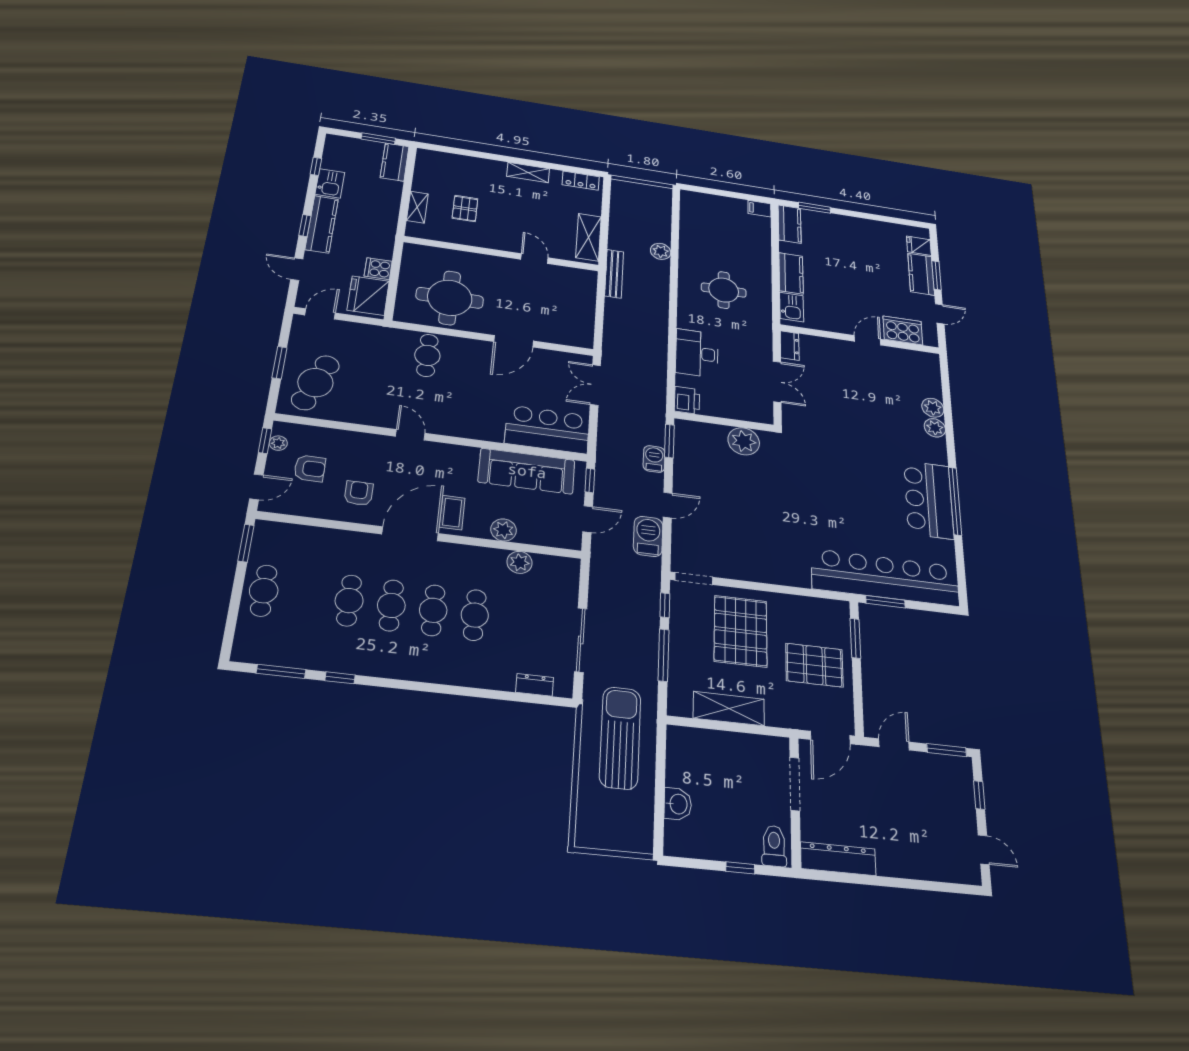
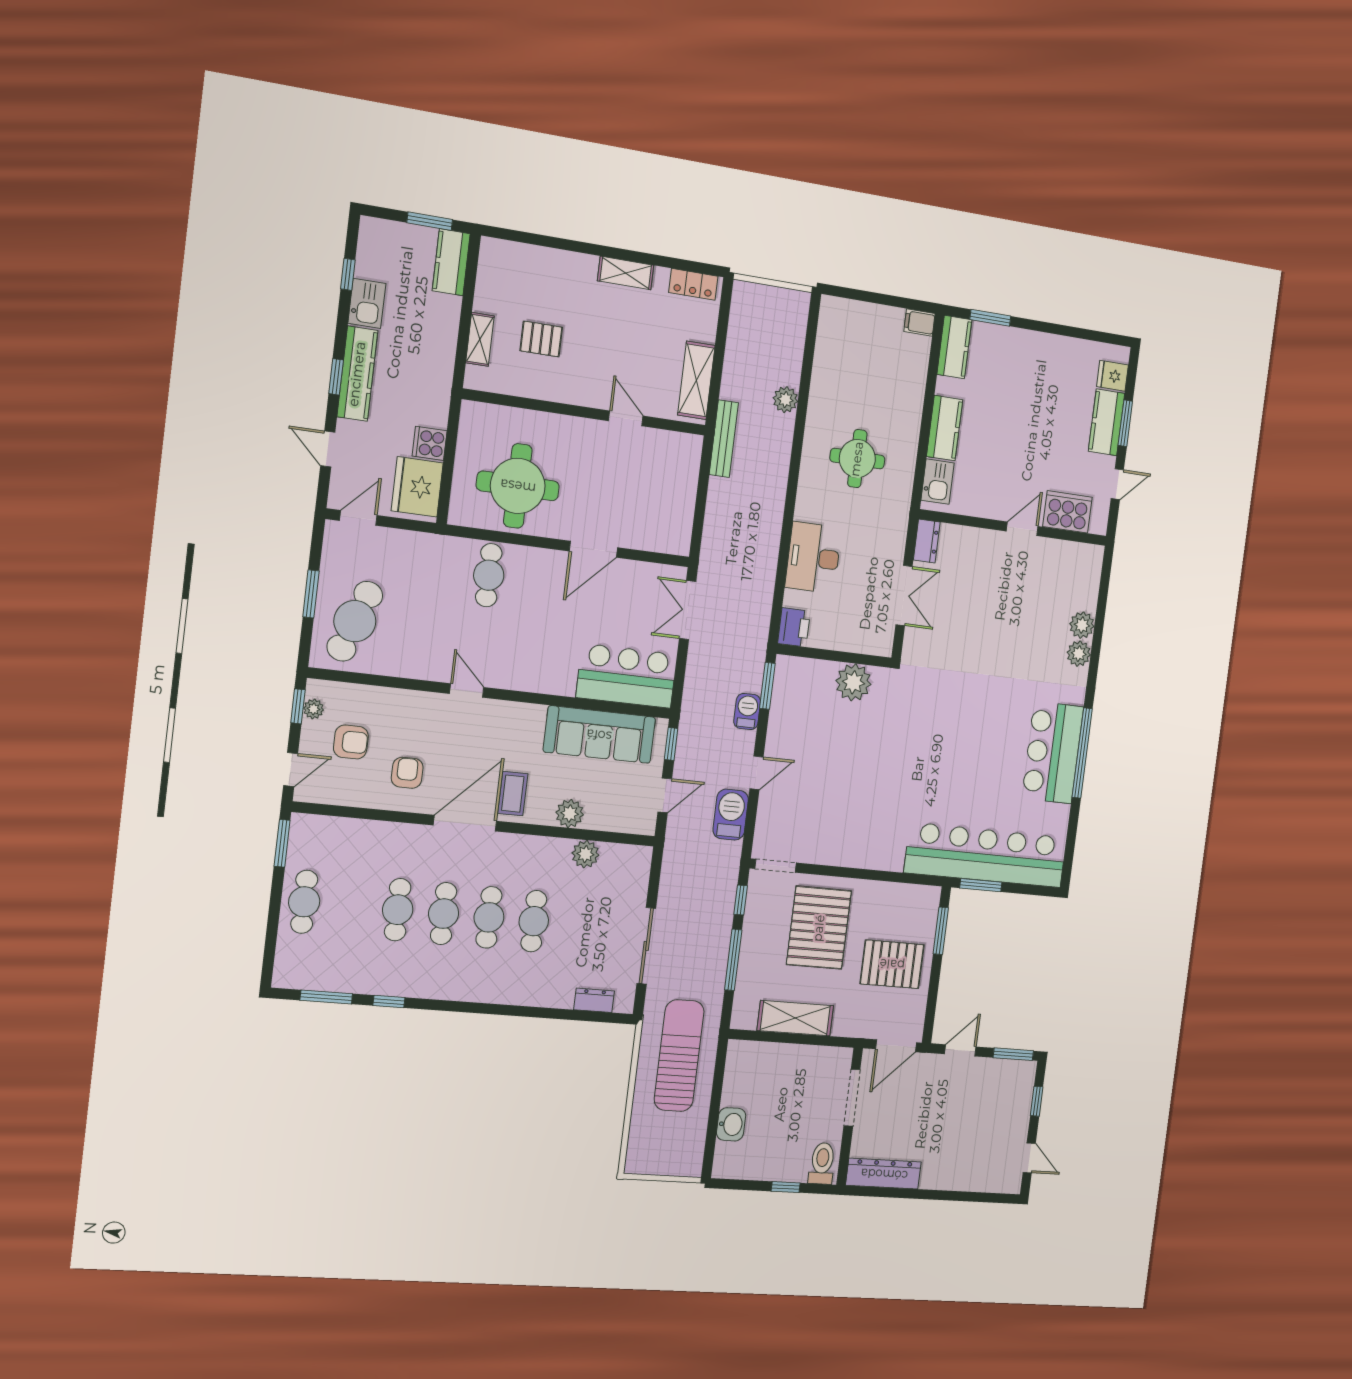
pallet: (465, 208) -> (541, 339), turned 90

